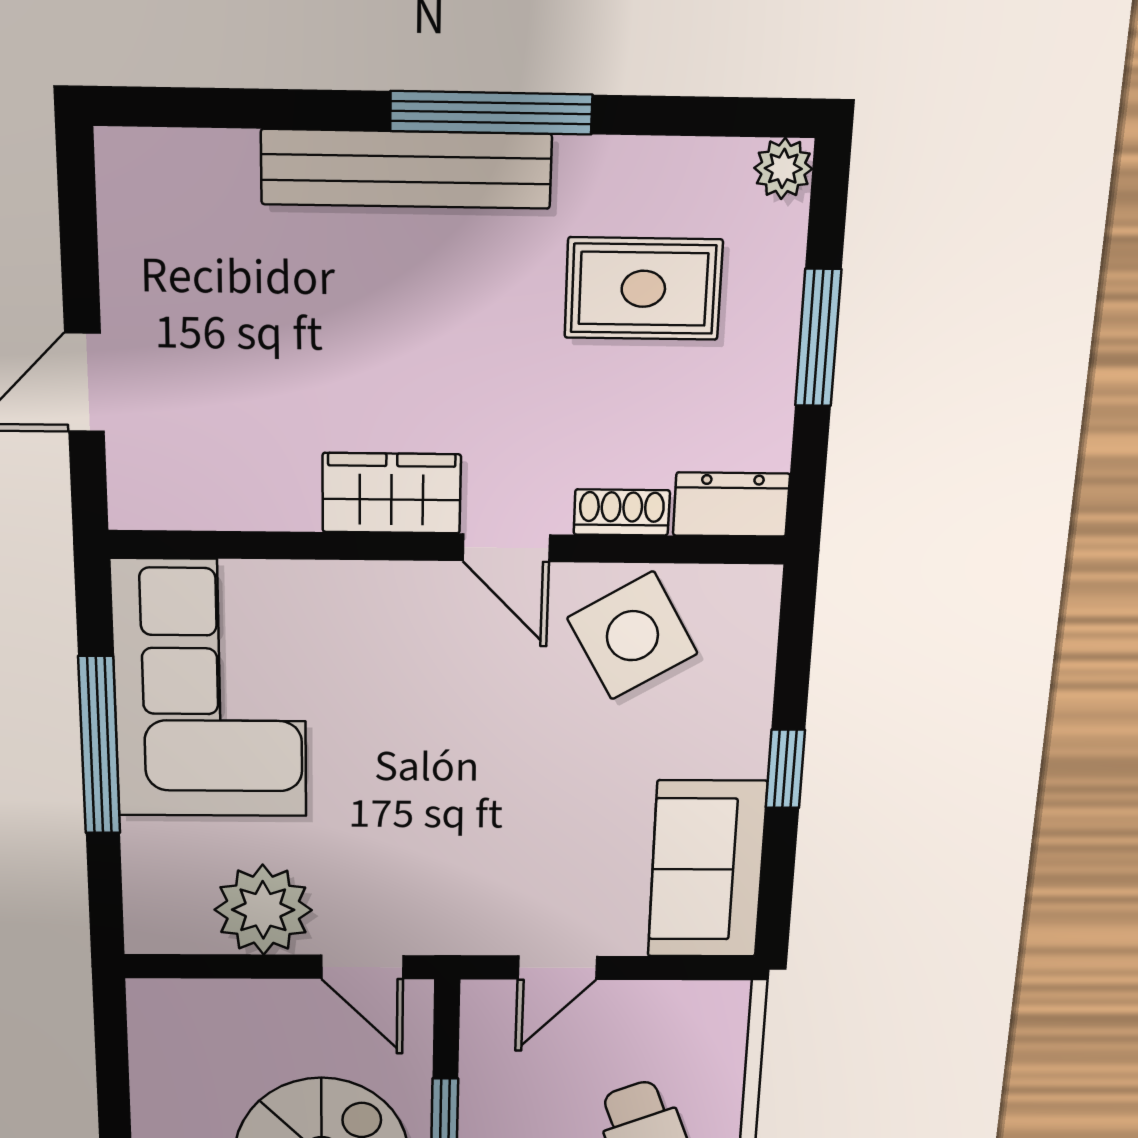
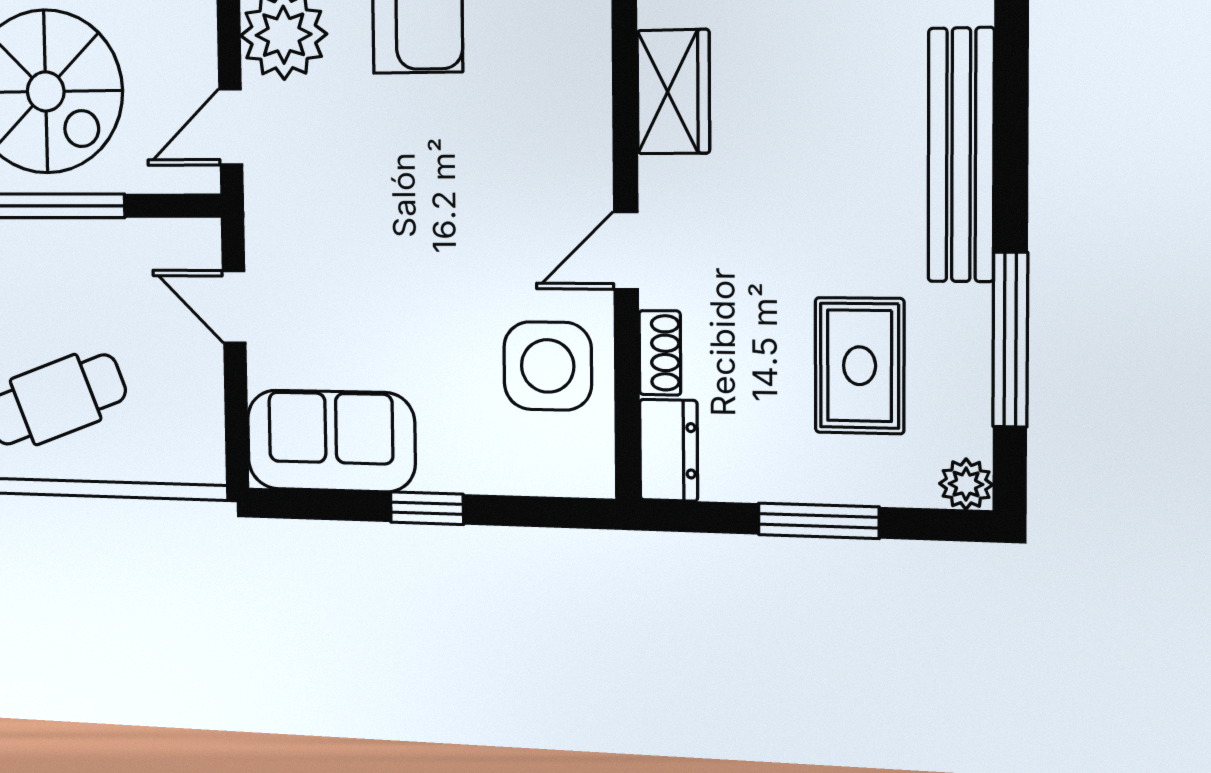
window: (491, 113) -> (1010, 340), moved
wardrobe: (392, 493) -> (673, 92), moved
side table: (632, 636) -> (548, 366), turned 30

